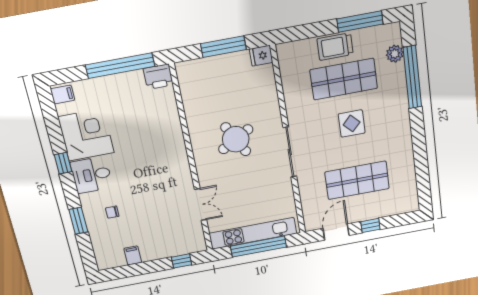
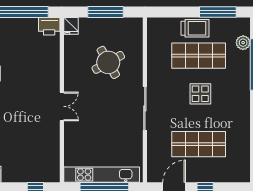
trolley: (335, 47) -> (195, 28), turned 180
fridge: (261, 56) -> (71, 26), moved, turned -90
round table: (236, 139) -> (108, 62), moved
double door: (201, 204) -> (62, 106), moved

